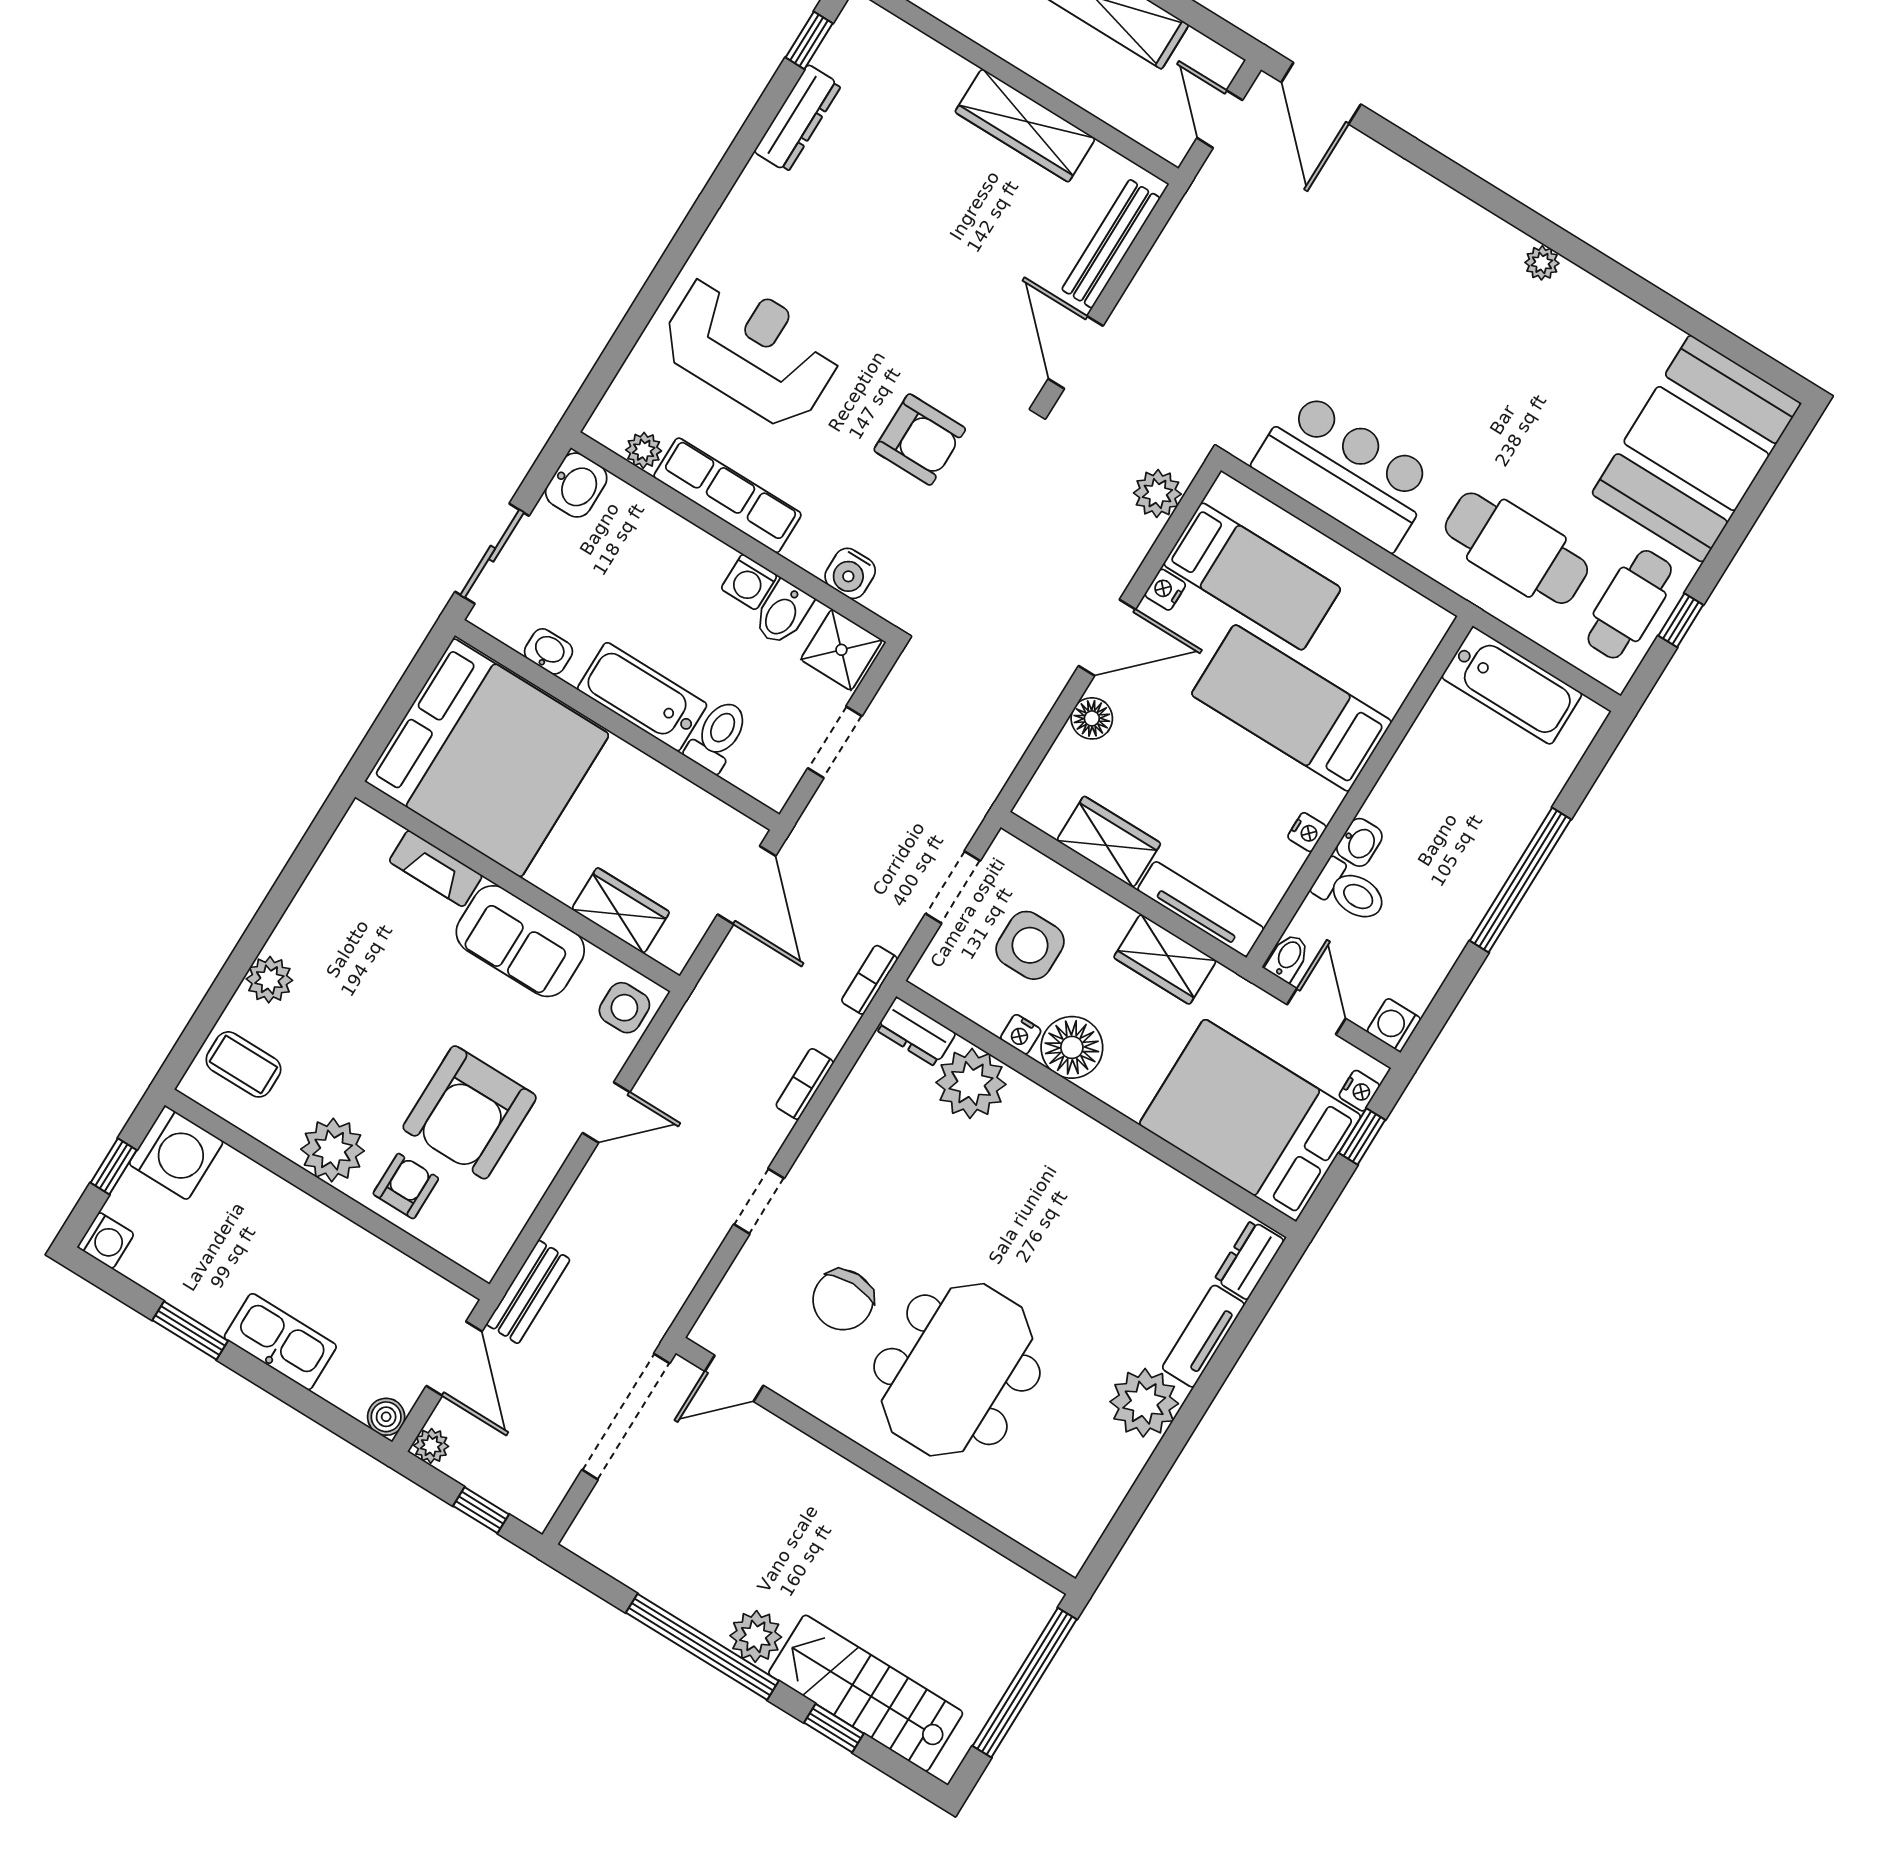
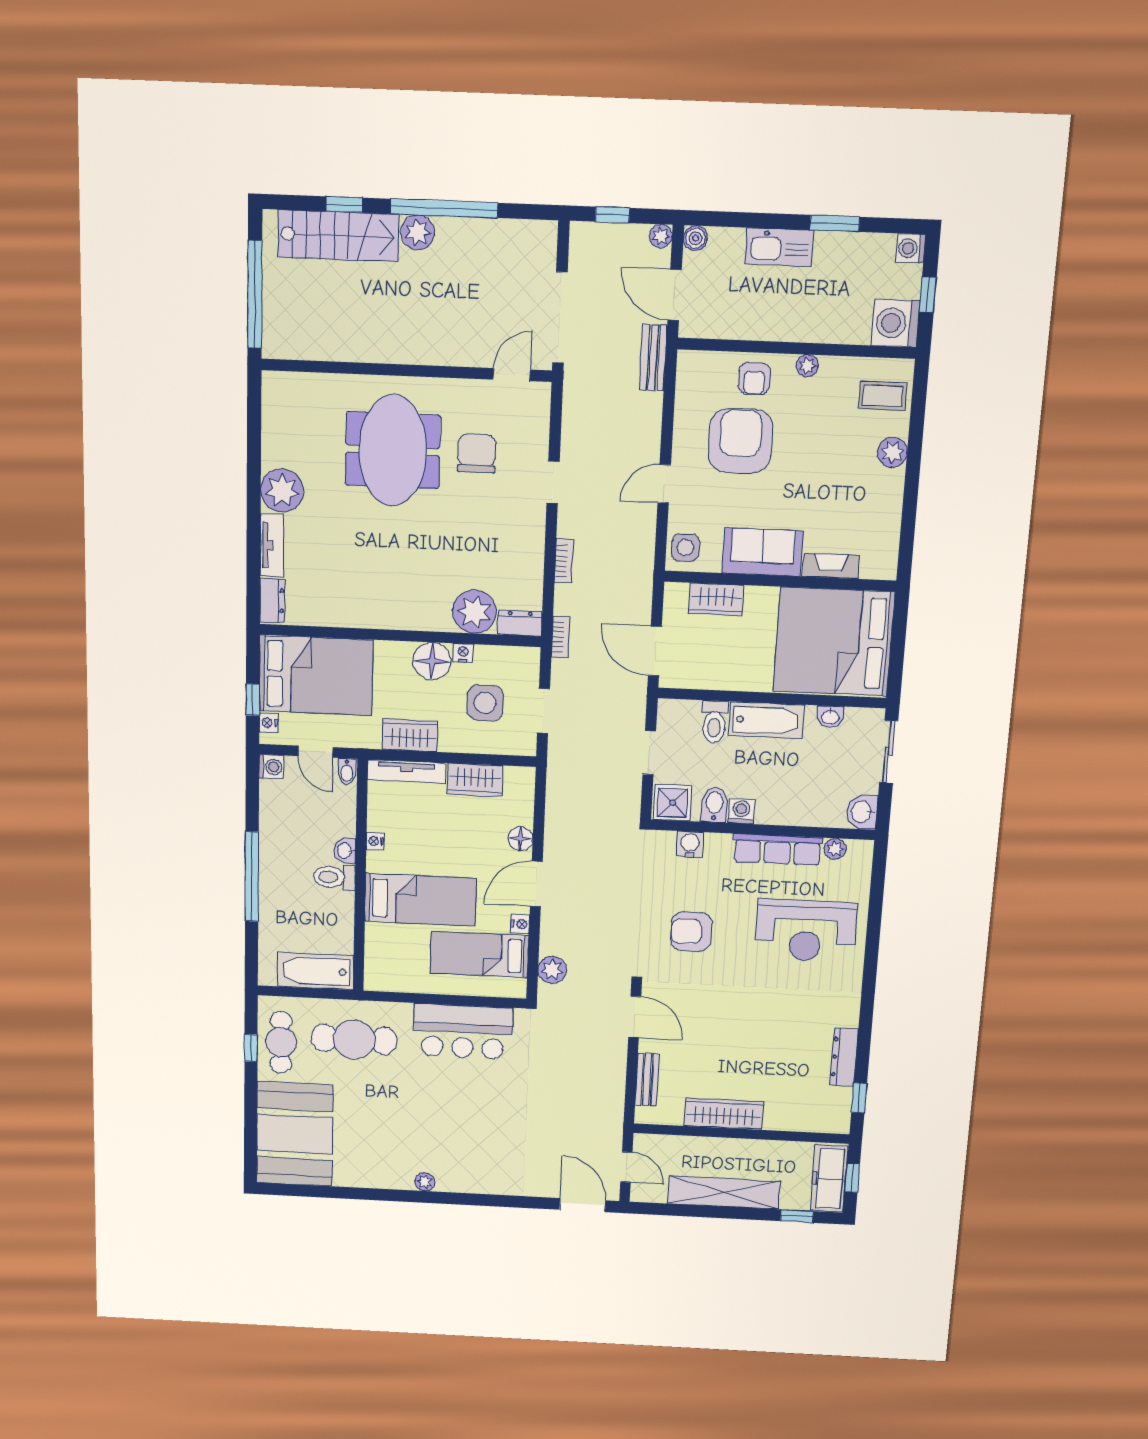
bench: (1111, 244) -> (647, 1079), width x0.73
toilet: (1350, 891) -> (334, 877), moved
plant: (333, 1150) -> (807, 366), width x0.53, depth x0.53

